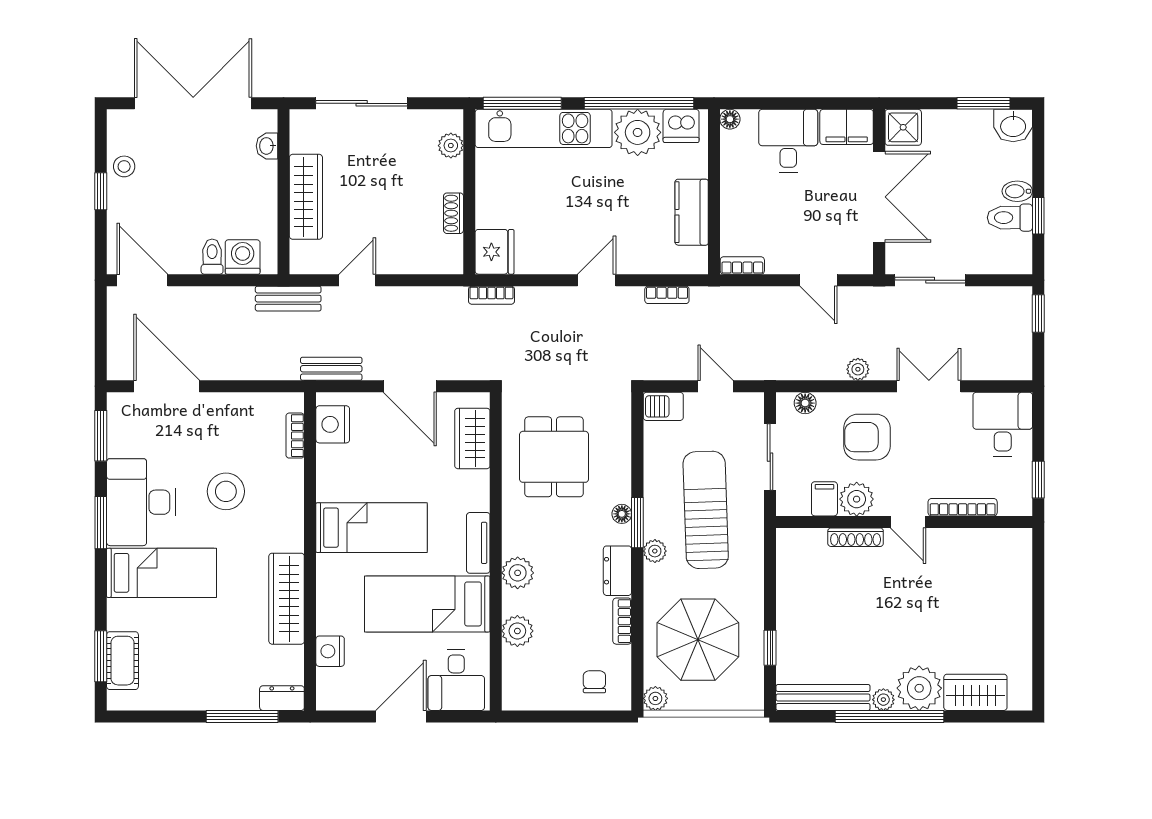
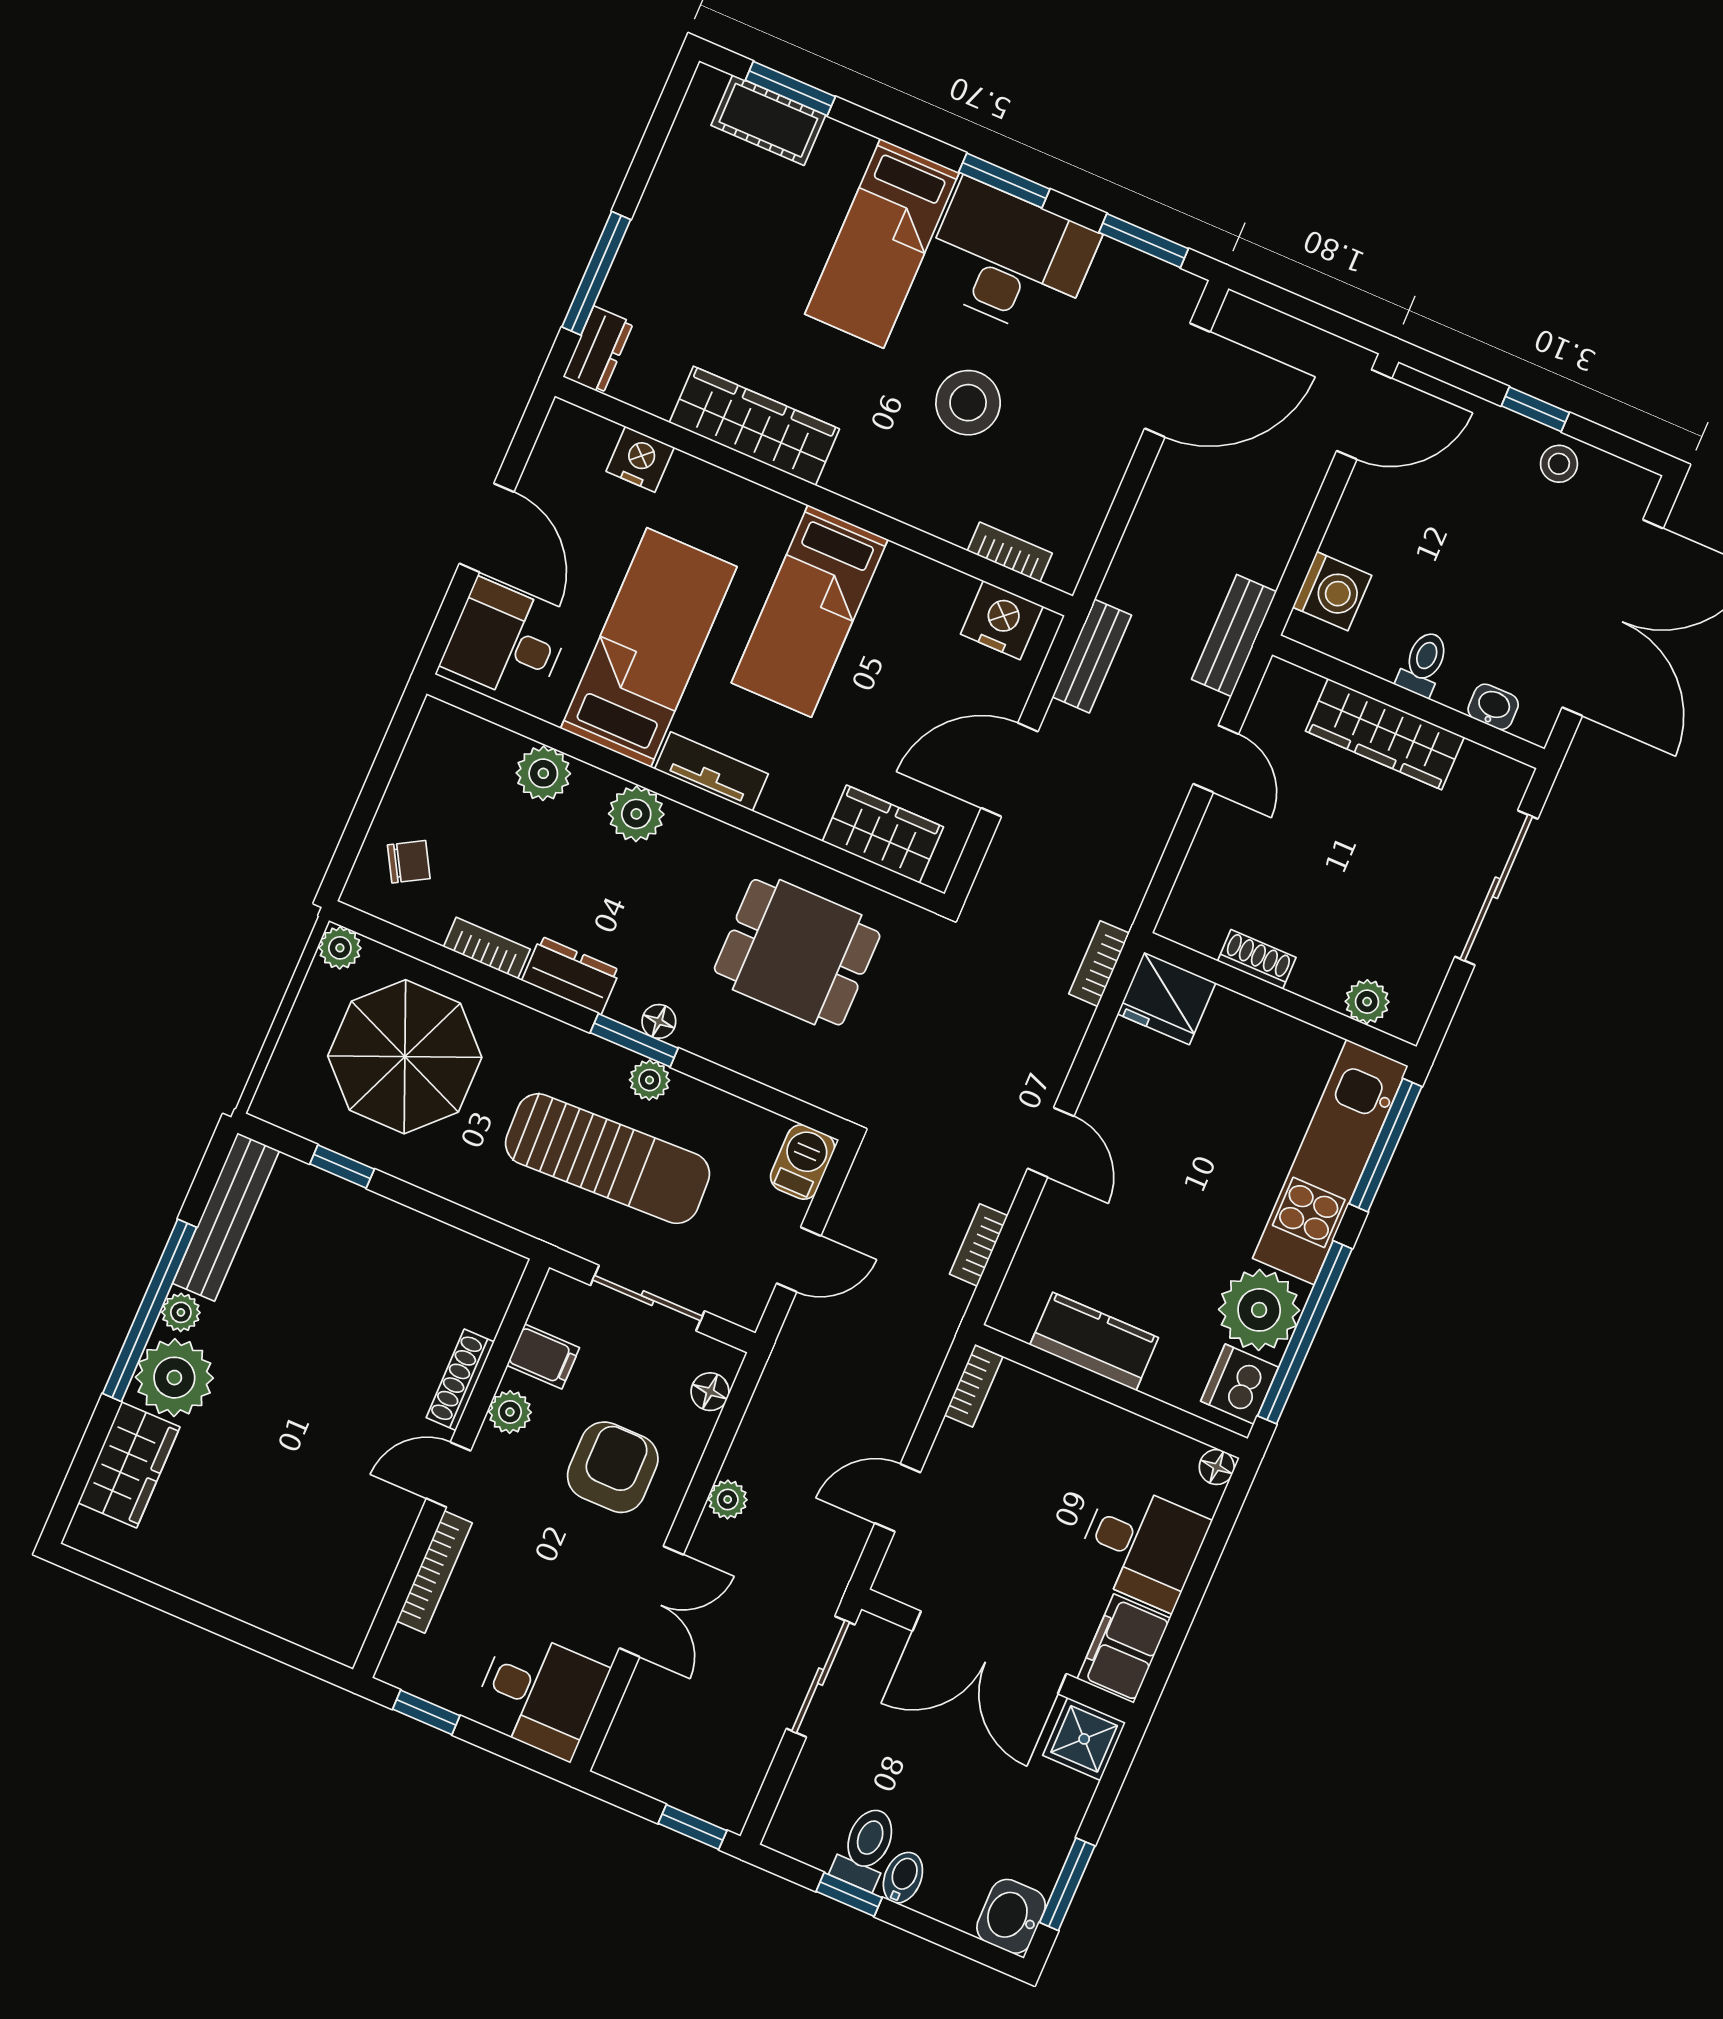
toilet: (212, 257) -> (1423, 663), moved, turned -90
plant: (857, 499) -> (510, 1412), width x0.73, depth x0.73
plant: (655, 551) -> (650, 1080), moved
chair: (594, 682) -> (409, 862), turned -30

